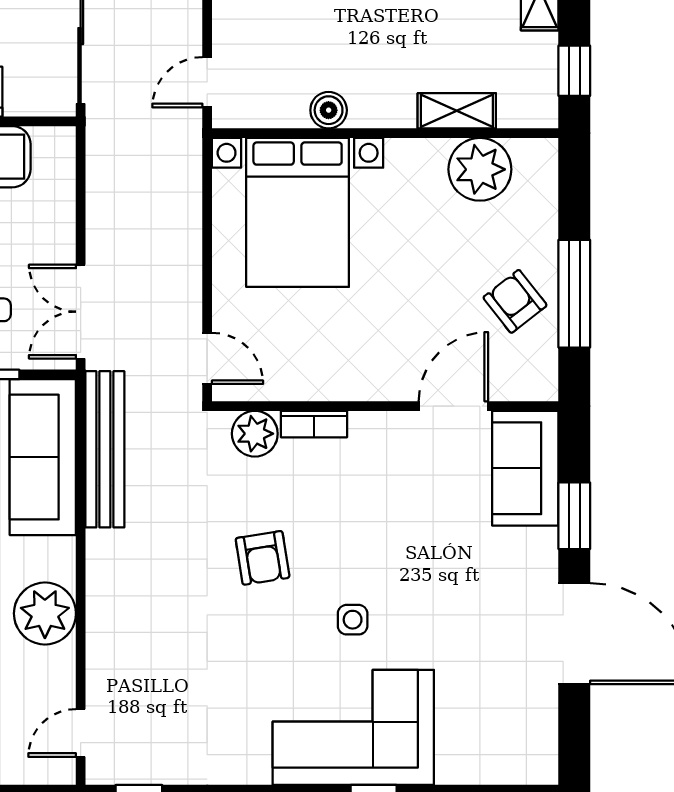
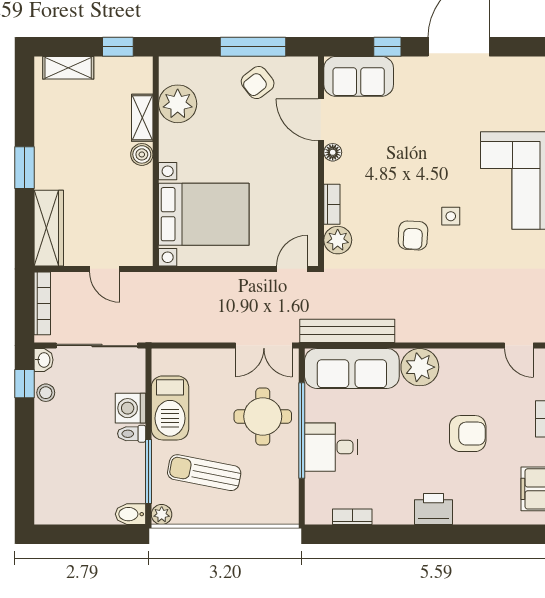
door: (207, 82) -> (105, 269), moved
boiler: (329, 110) -> (142, 154), moved
floor lamp: (400, 425) -> (333, 152), added
window: (574, 516) -> (387, 47), width x0.67
armchair: (263, 558) -> (413, 235), turned 102
plant: (45, 613) -> (420, 367), moved
side table: (353, 620) -> (451, 216), moved

